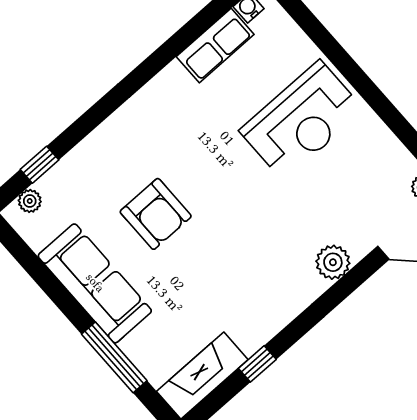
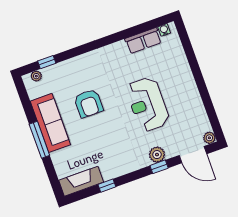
reception desk: (302, 120) -> (148, 104), moved, turned 90
window: (347, 285) -> (159, 167), added
window: (114, 357) -> (39, 140), moved

